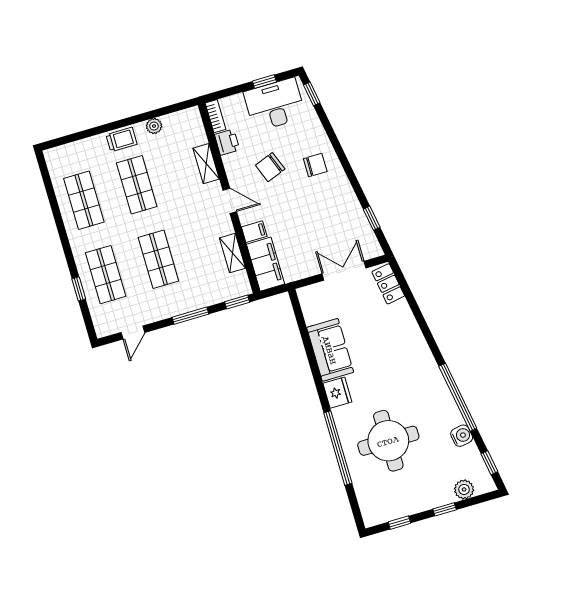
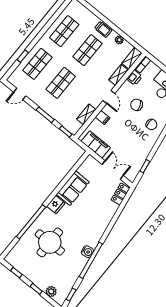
shelving: (195, 126) -> (132, 58), added
filing cabinet: (266, 264) -> (96, 144), moved, turned -90
water cooler: (462, 436) -> (87, 252), moved

